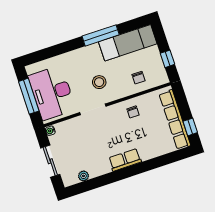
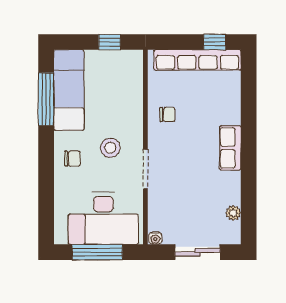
window: (101, 35) -> (46, 99), moved
chair: (139, 78) -> (73, 159), moved

